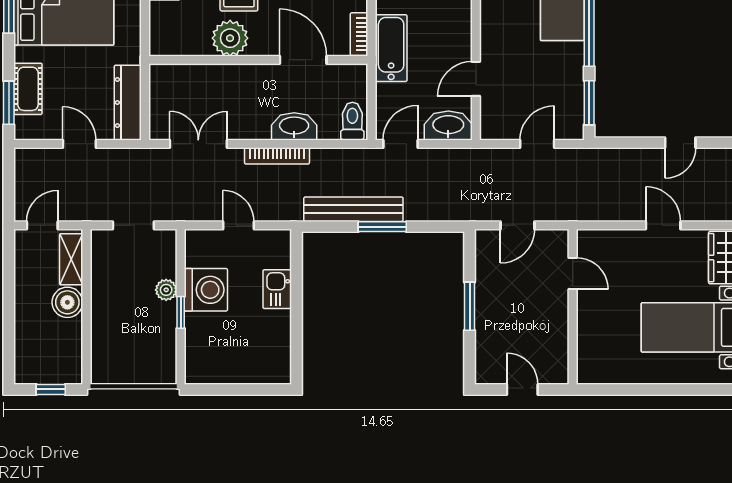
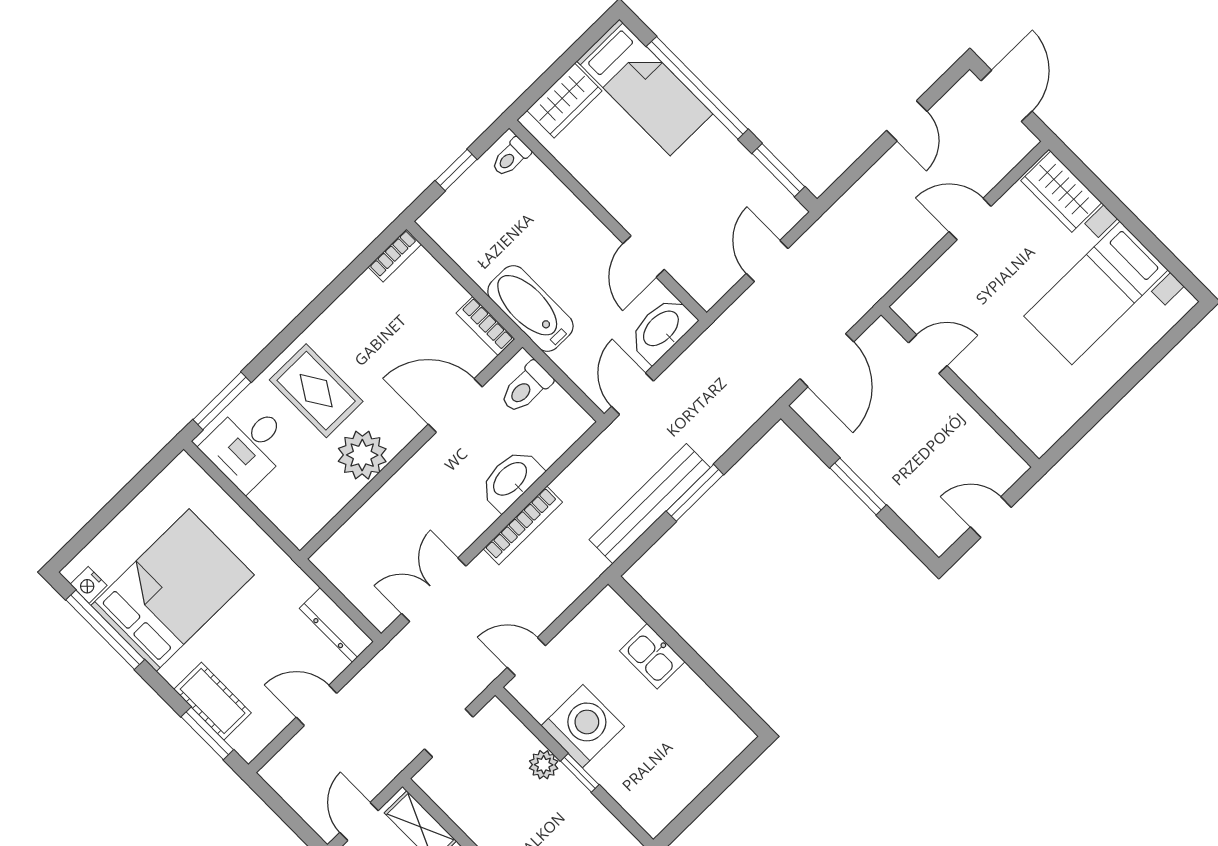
dresser: (128, 103) -> (336, 625), width x0.73, depth x0.80
toilet: (352, 121) -> (526, 388), moved, turned -90
door: (238, 225) -> (526, 656), moved
door: (518, 225) -> (827, 360), width x1.38

